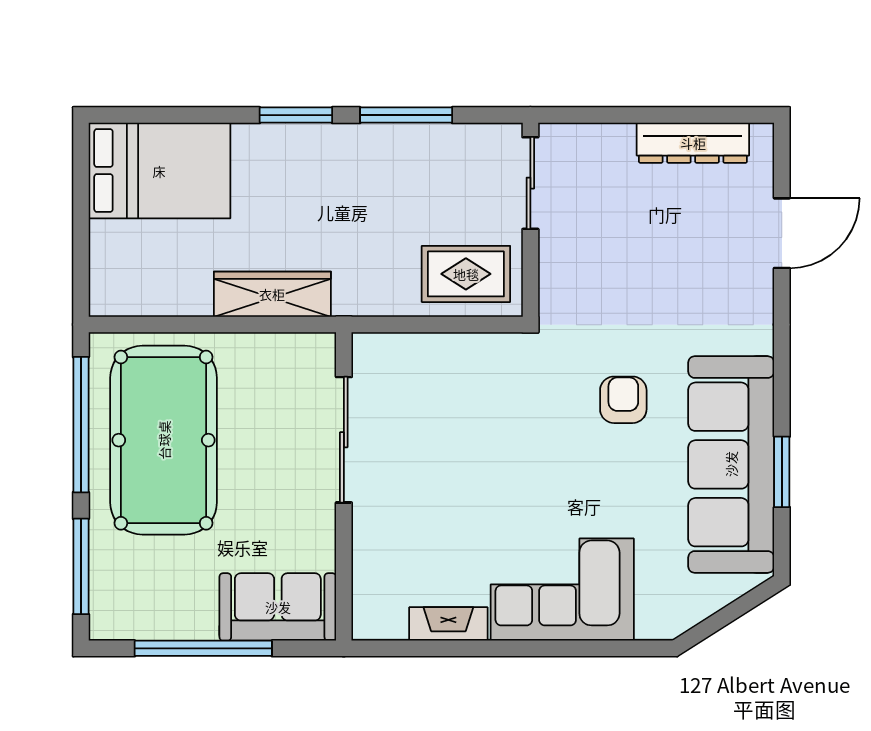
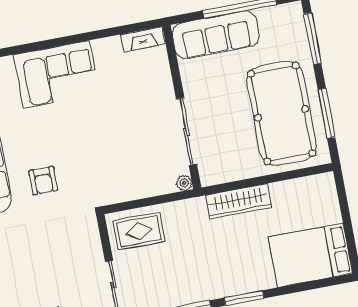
plant: (366, 347) -> (184, 183), added
window: (81, 425) -> (327, 113), width x0.68
sofa: (278, 607) -> (216, 35), width x1.36
fireplace: (448, 624) -> (143, 39), moved

